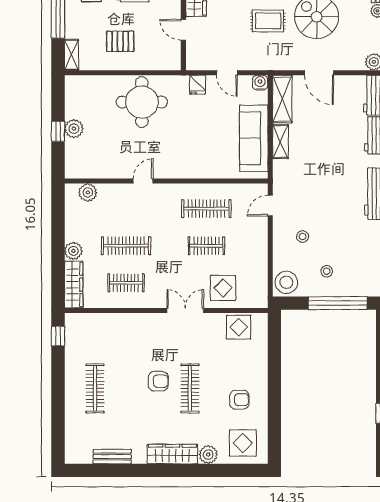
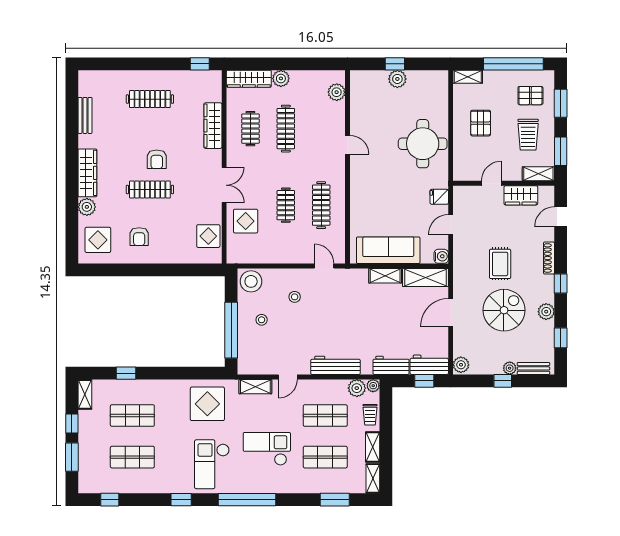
wardrobe: (123, 322) -> (213, 126), added

